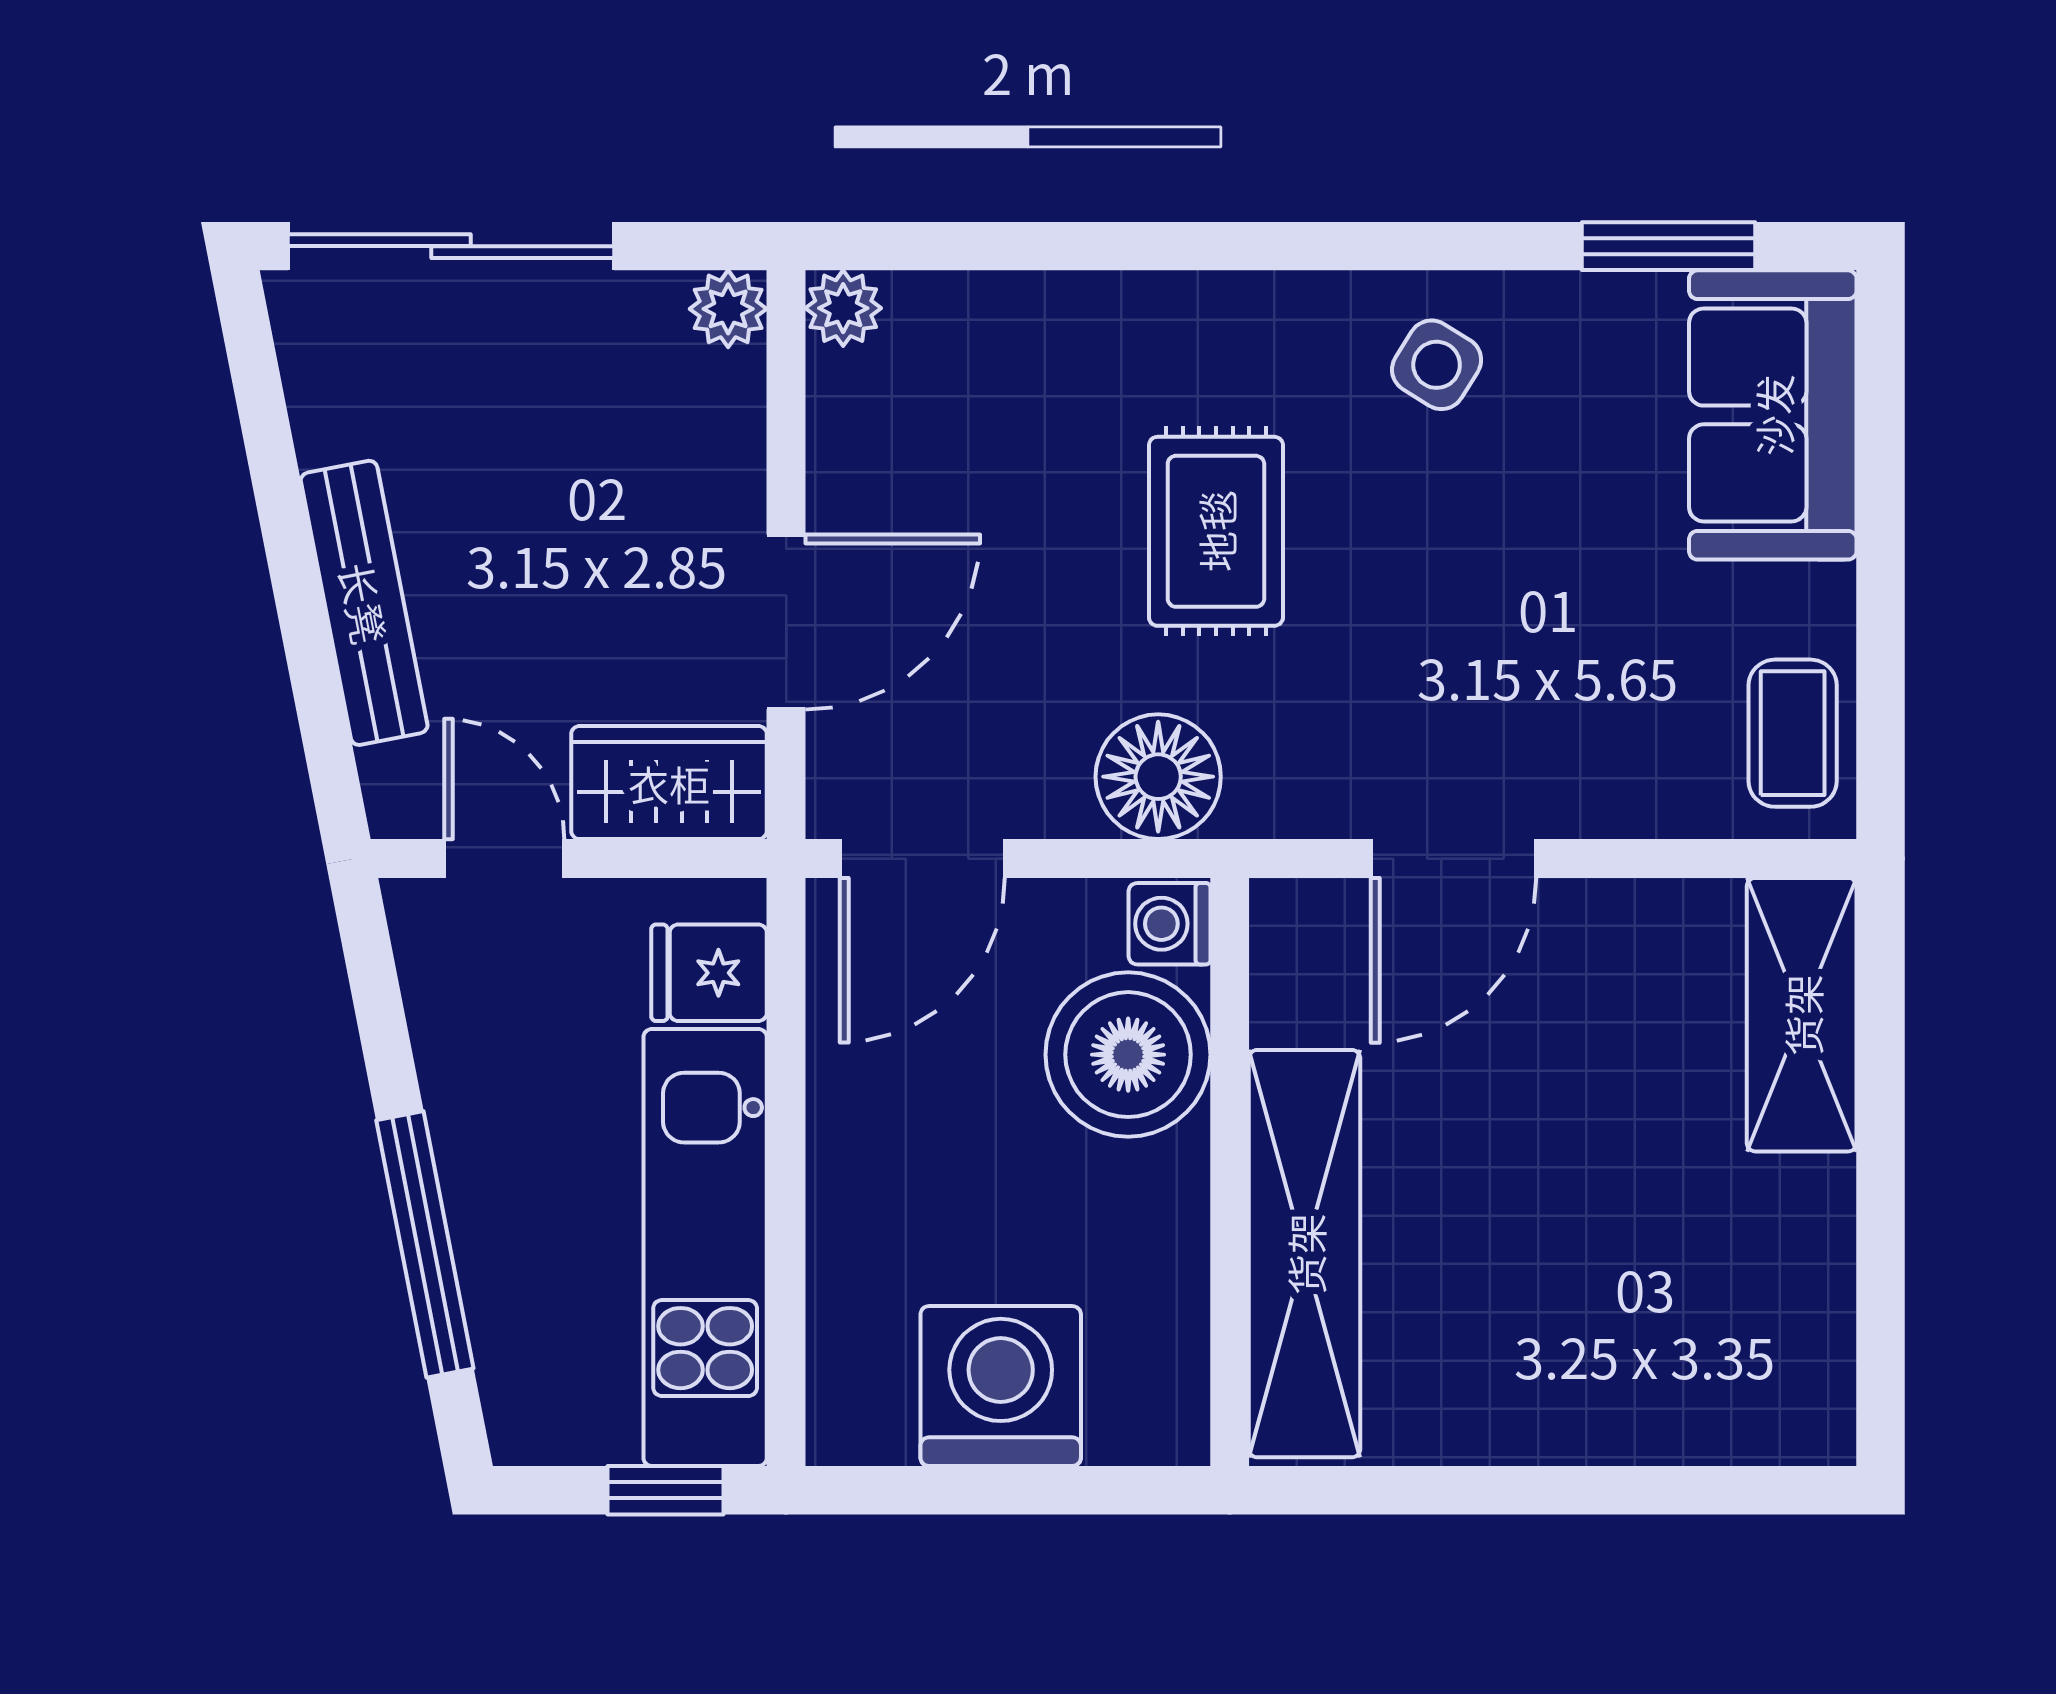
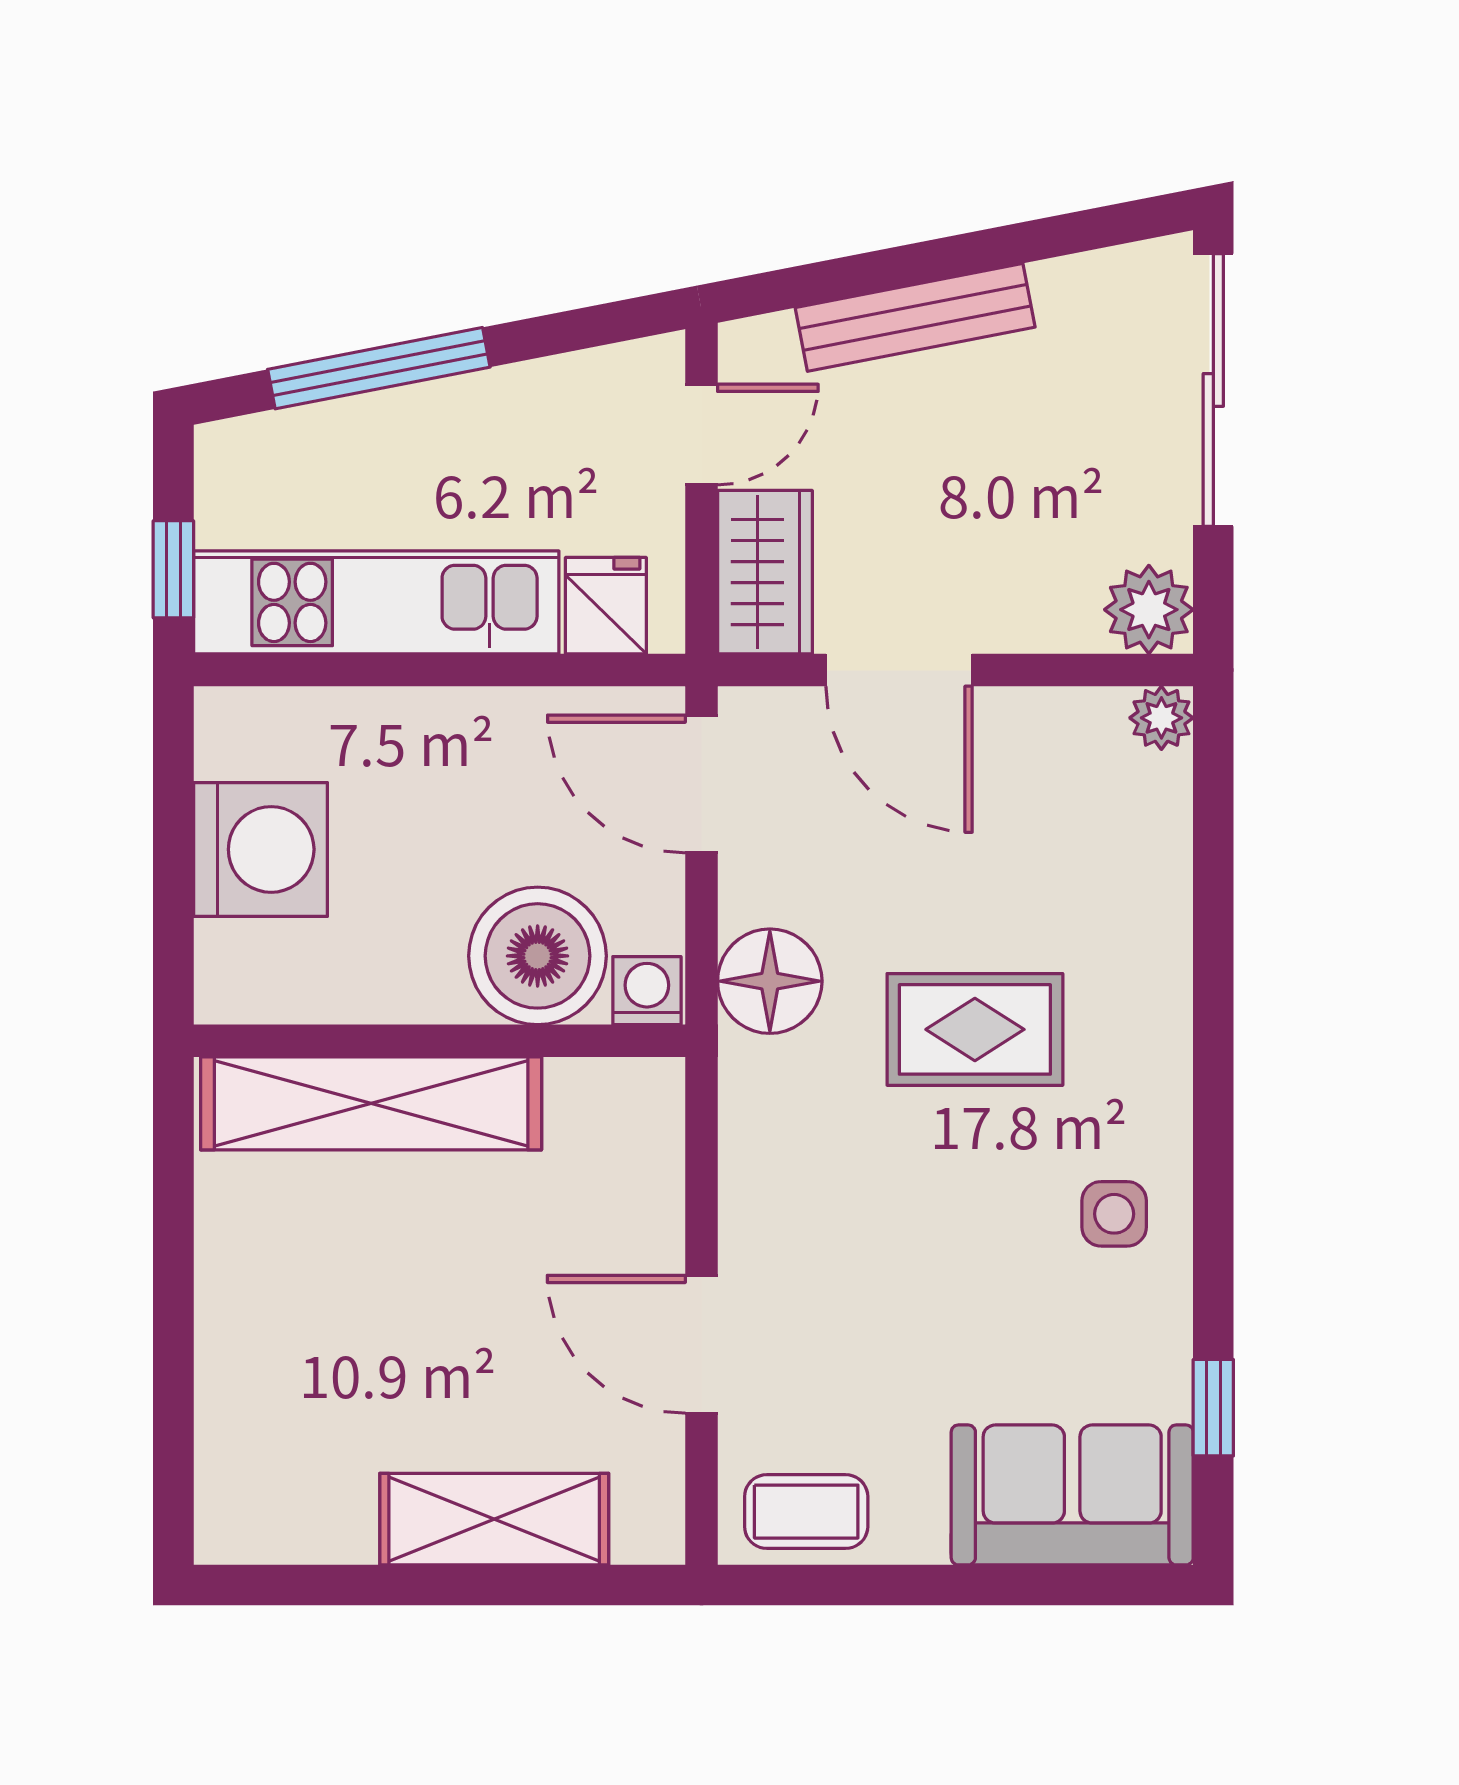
window: (1668, 246) -> (1213, 1408), width x0.67
plant: (728, 309) -> (1149, 610), width x1.38, depth x1.38
side table: (1437, 365) -> (1114, 1214), turned -32
door: (1453, 859) -> (701, 1344), moved
shelving: (1802, 1015) -> (494, 1519), moved

